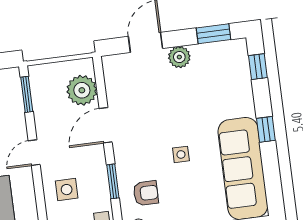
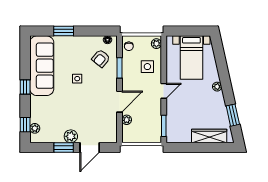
window: (214, 34) -> (64, 147), moved
plant: (241, 63) -> (35, 128), added
plant: (82, 90) -> (127, 120), width x0.53, depth x0.53
armchair: (146, 193) -> (101, 58), turned -50

